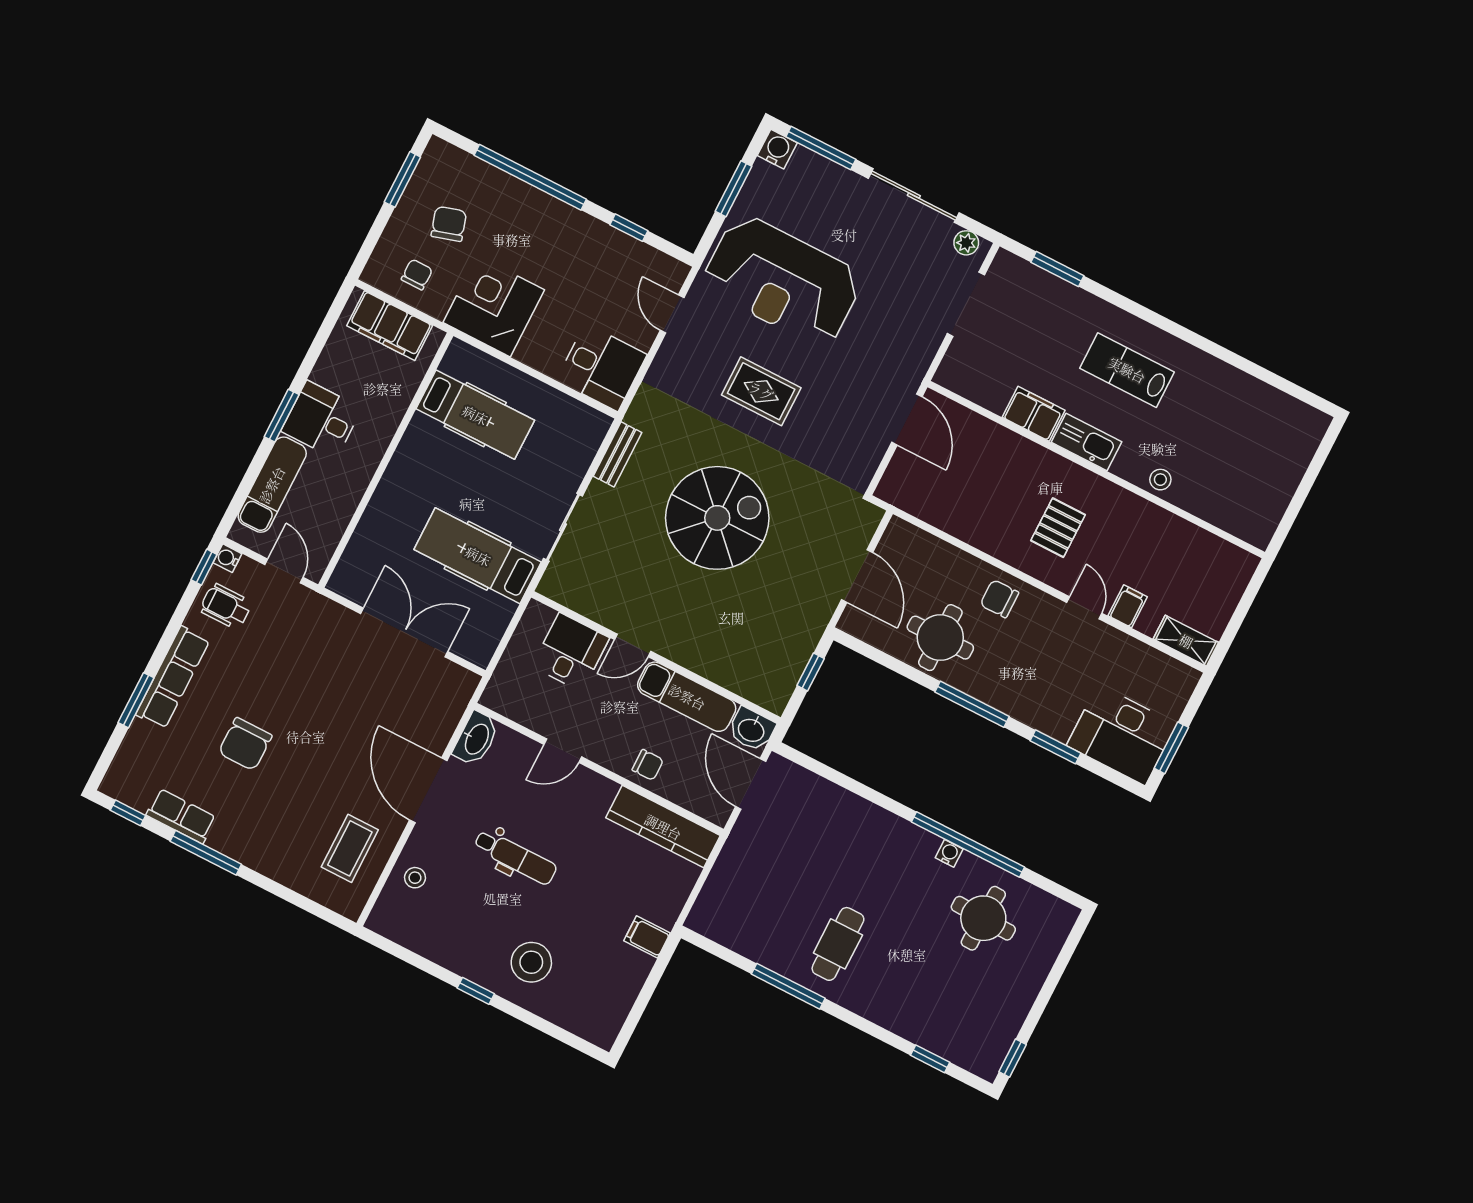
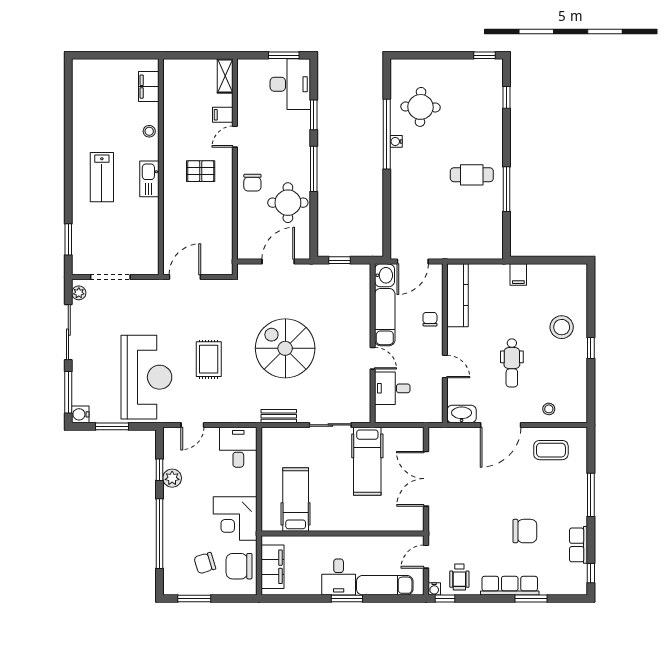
plant: (606, 241) -> (172, 478), added
chair: (417, 274) -> (239, 566), width x1.87, depth x1.87
filing cabinet: (1034, 414) -> (149, 87), moved
window: (206, 853) -> (591, 495), moved
dental chair: (515, 857) -> (512, 363), turned 180

